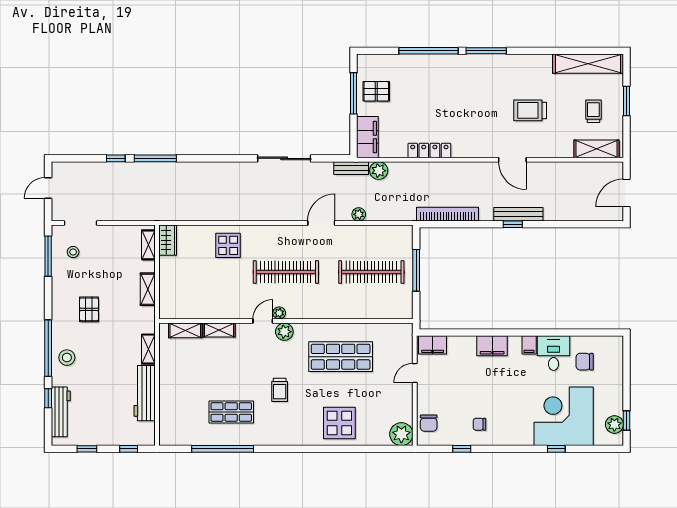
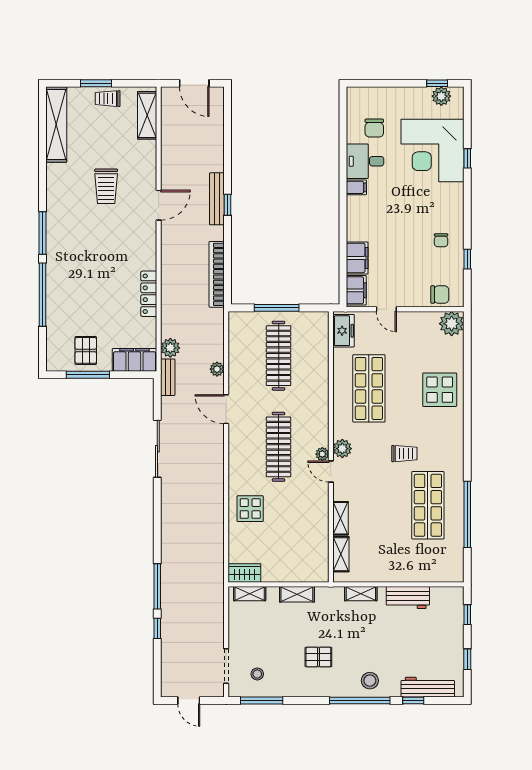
trolley: (593, 111) -> (108, 99), moved
freezer: (395, 333) -> (344, 331), added
filing cabinet: (492, 346) -> (357, 258), moved
workbench: (145, 393) -> (408, 598), width x0.73
shop shelf: (231, 412) -> (428, 505), width x1.43, depth x1.36

